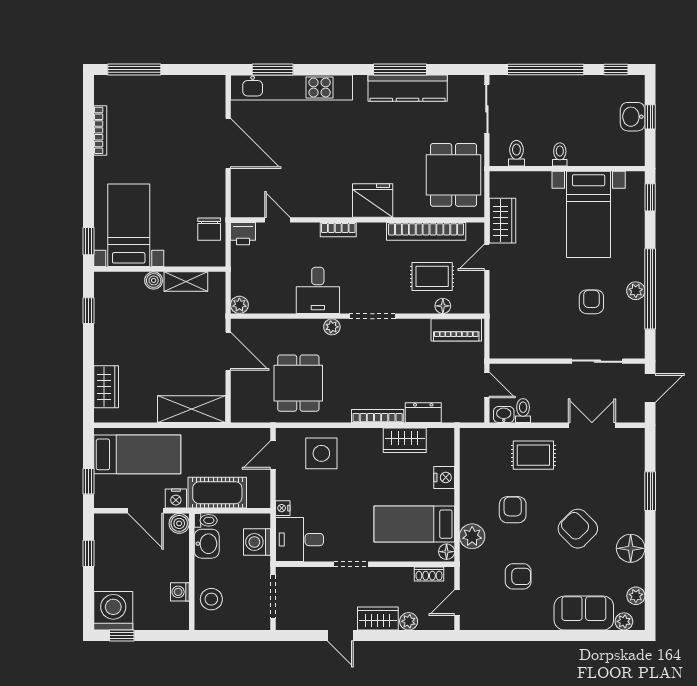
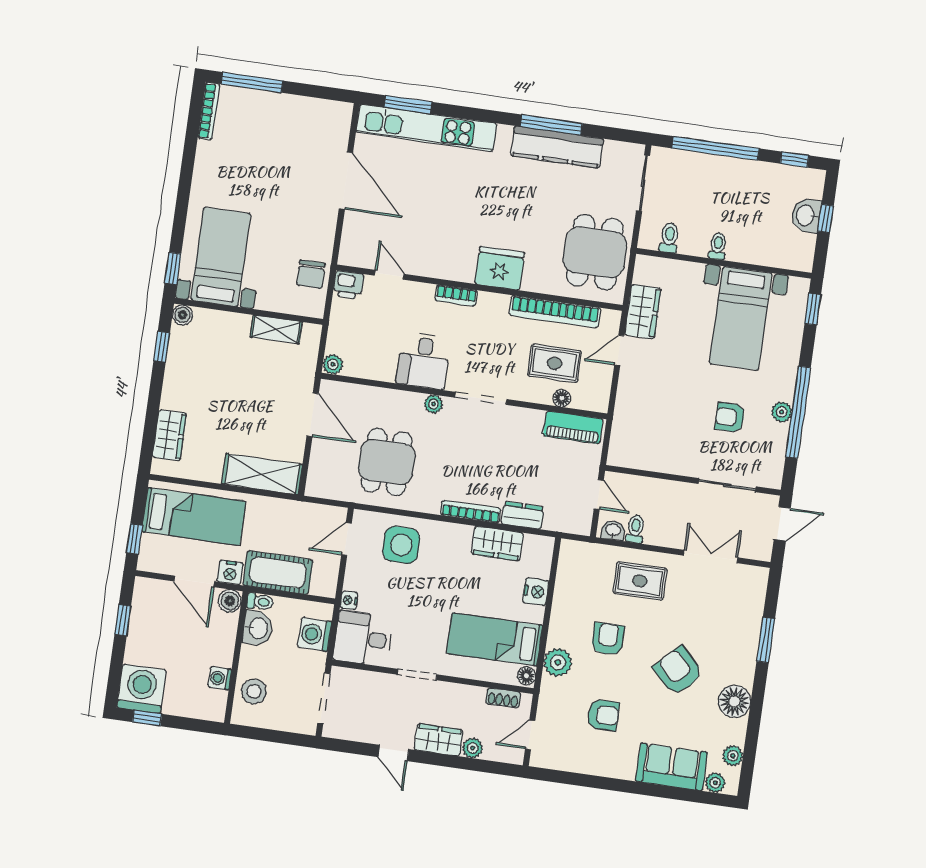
bookcase: (100, 130) -> (209, 111), moved
boiler: (154, 280) -> (182, 315), moved
armchair: (591, 302) -> (730, 417), turned -90

